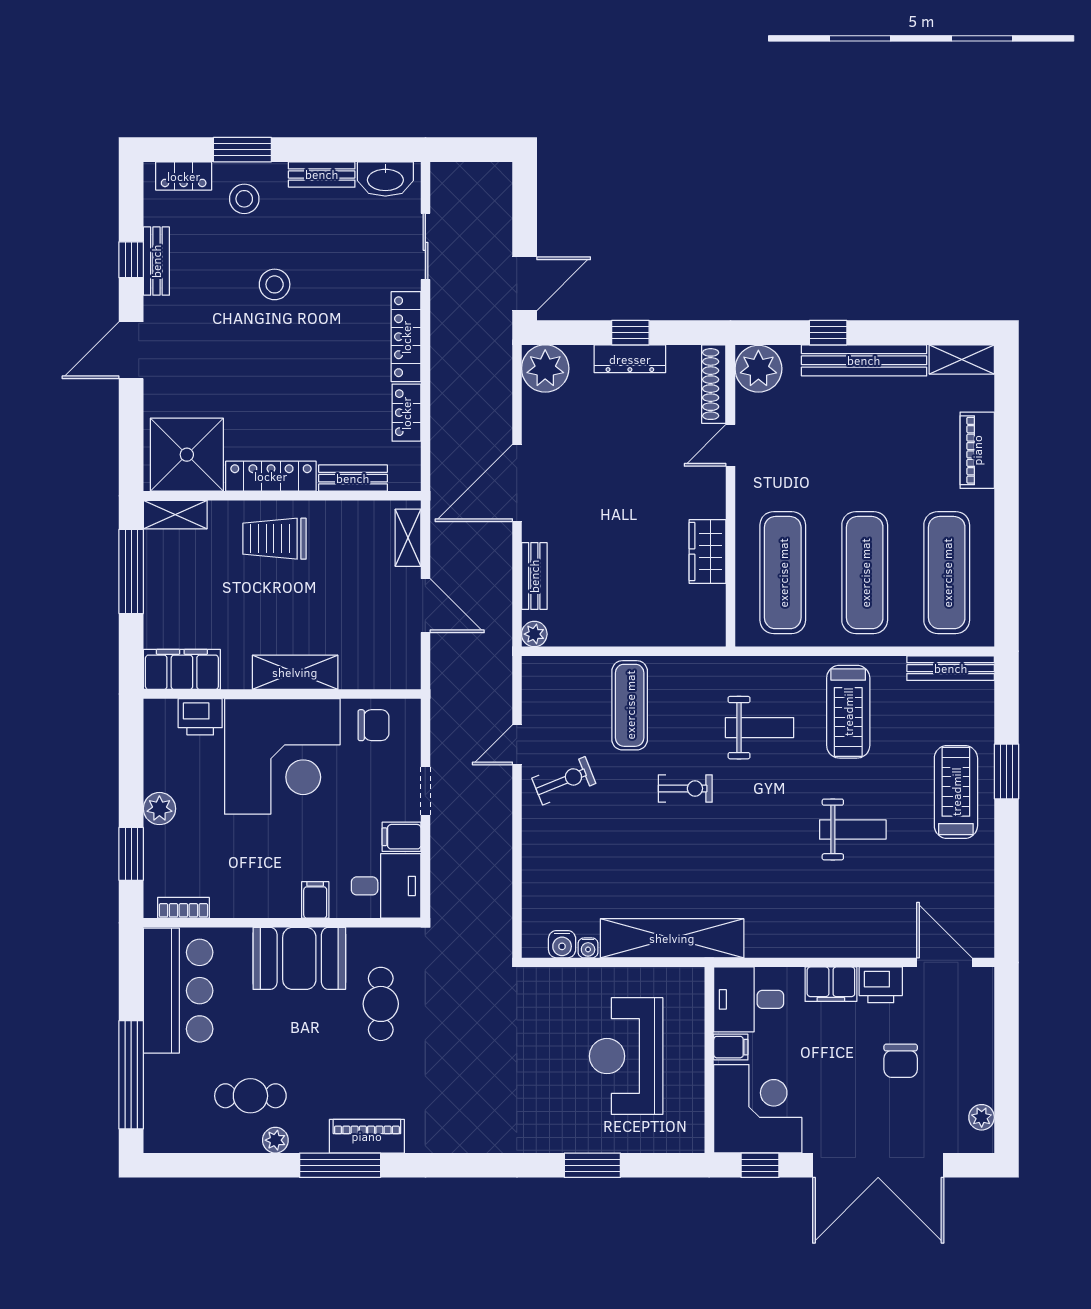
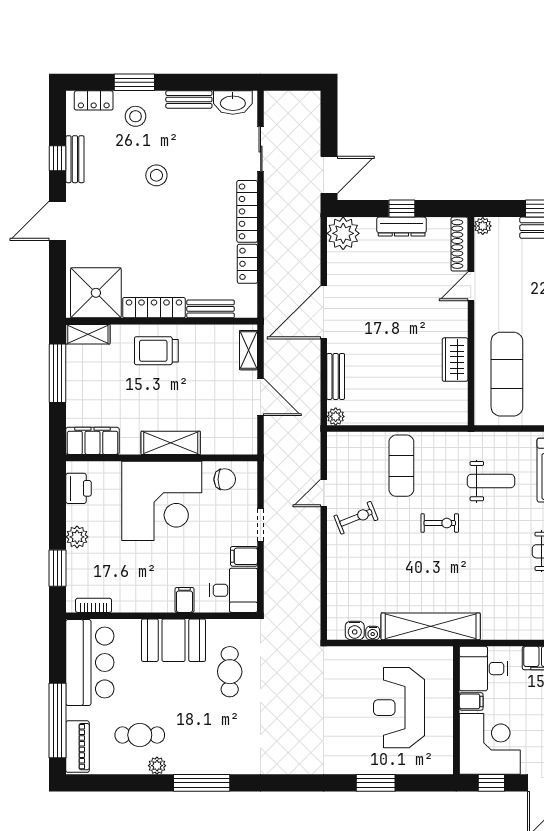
plant: (758, 369) -> (483, 226), width x0.53, depth x0.53
printer: (200, 717) -> (78, 488), moved, turned -90
piano: (367, 1136) -> (78, 747), moved, turned 90

